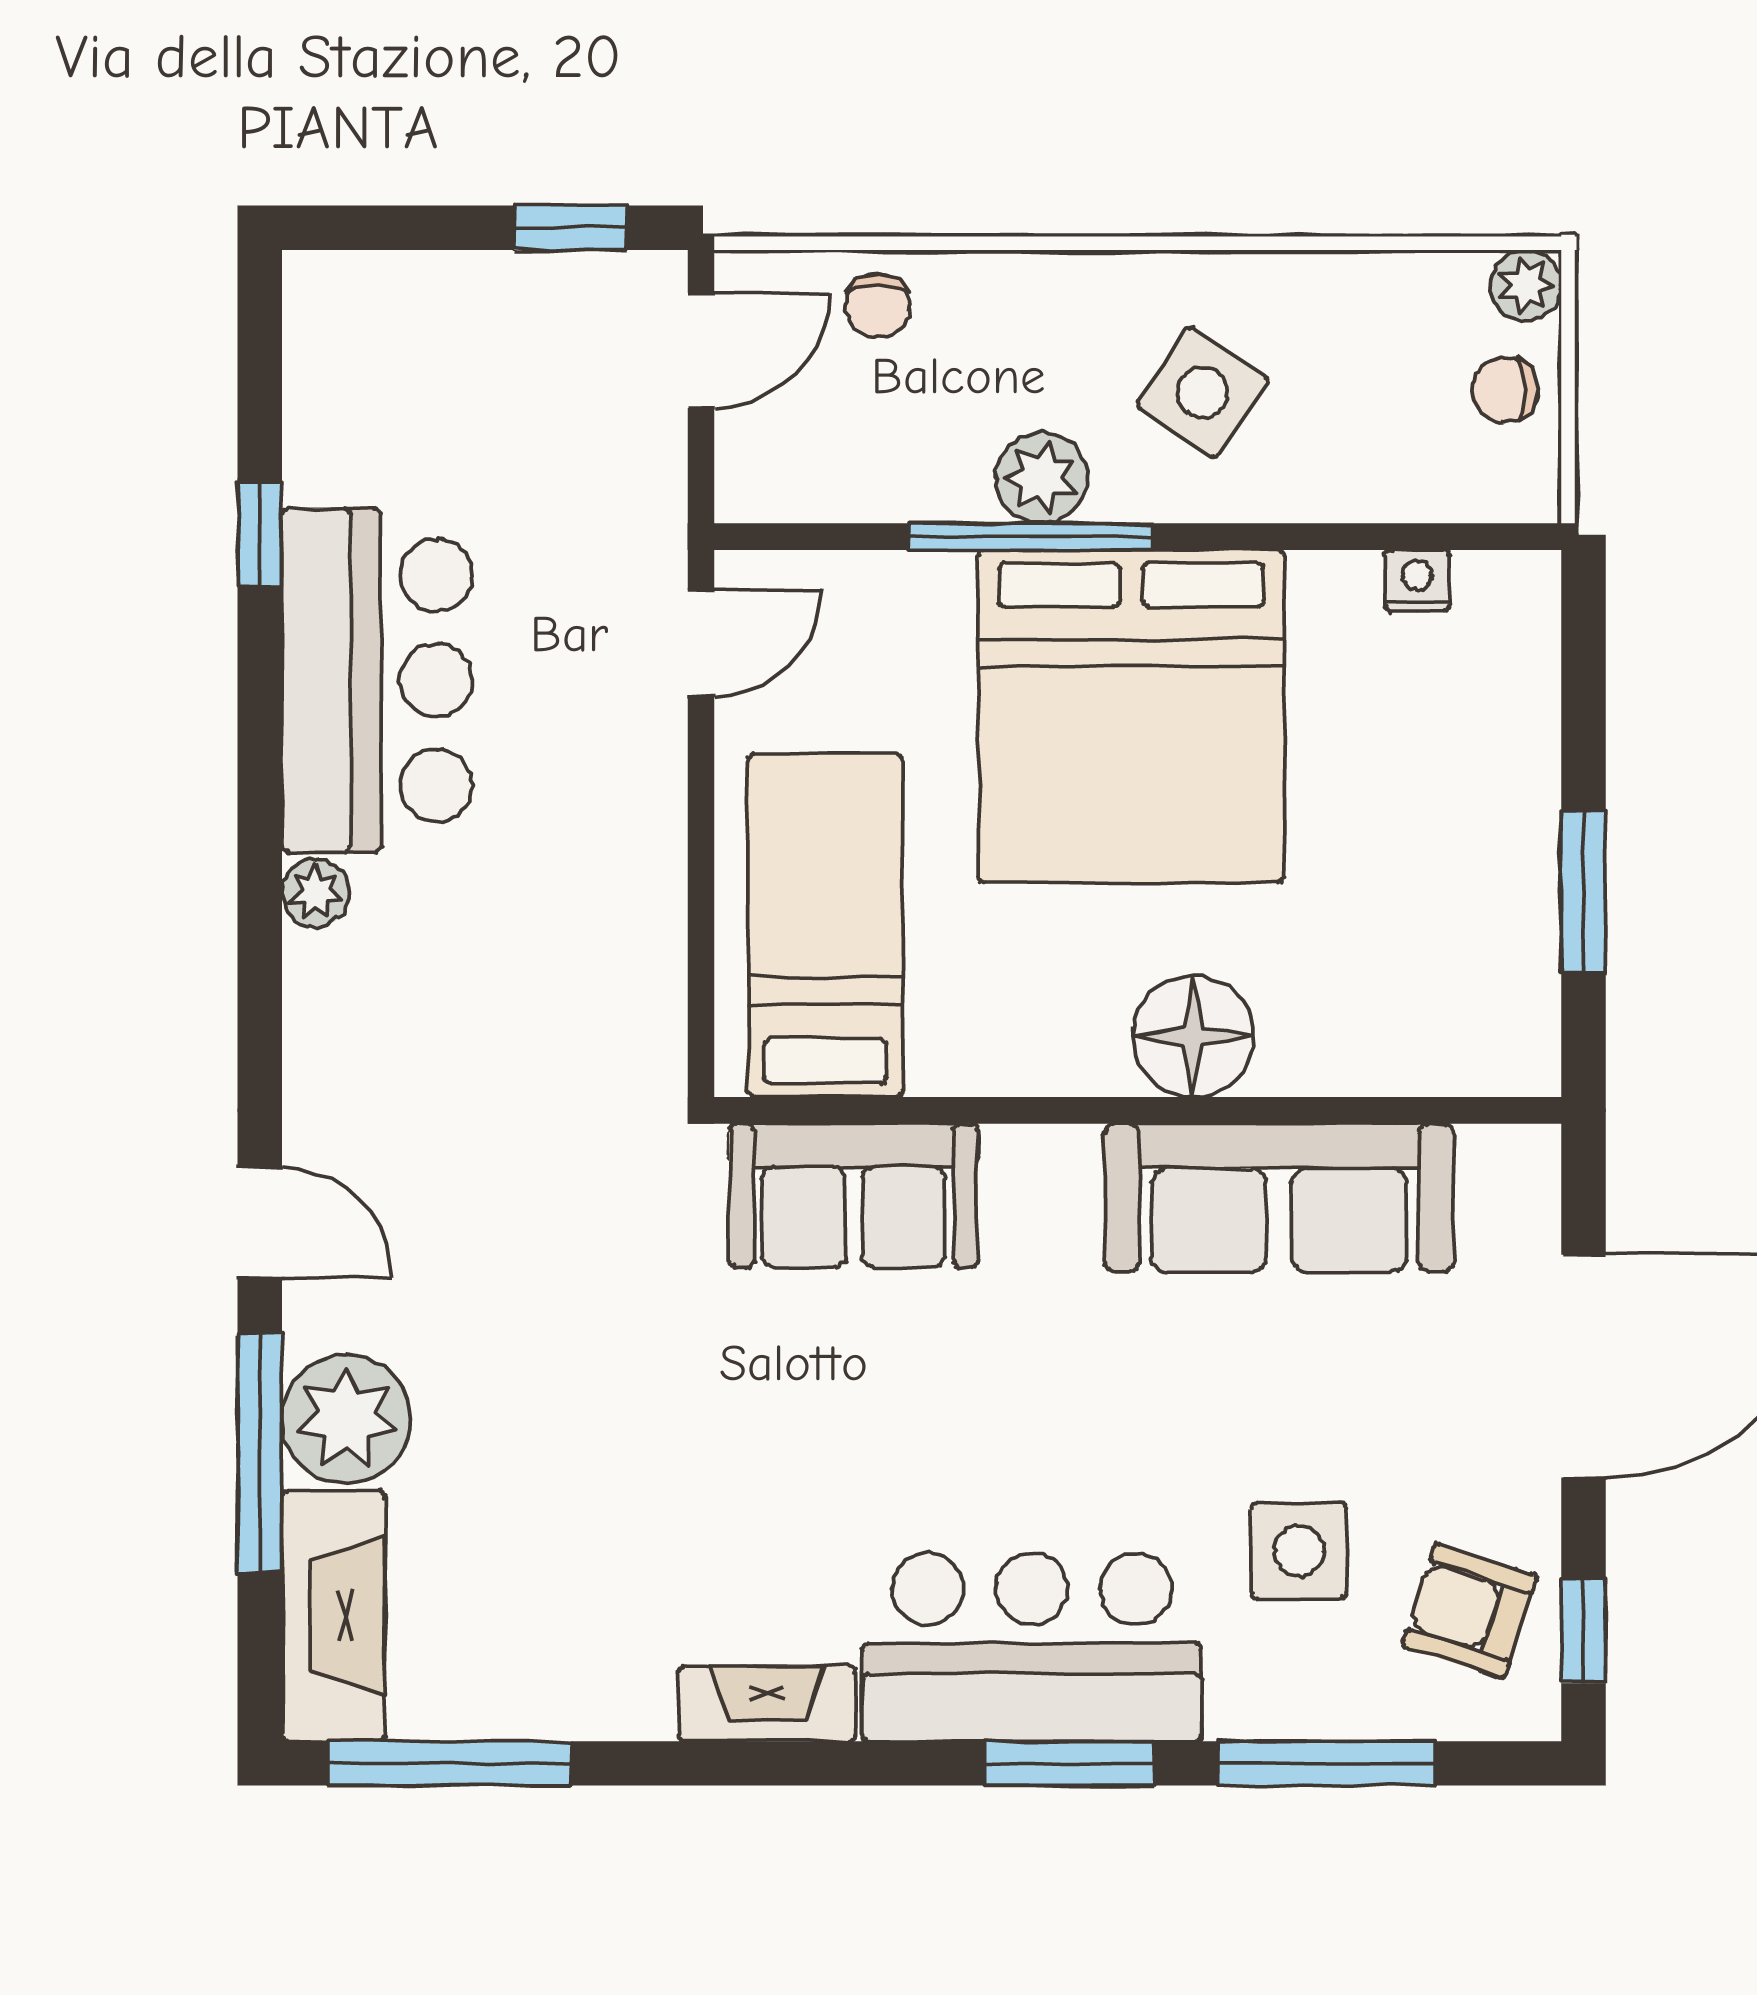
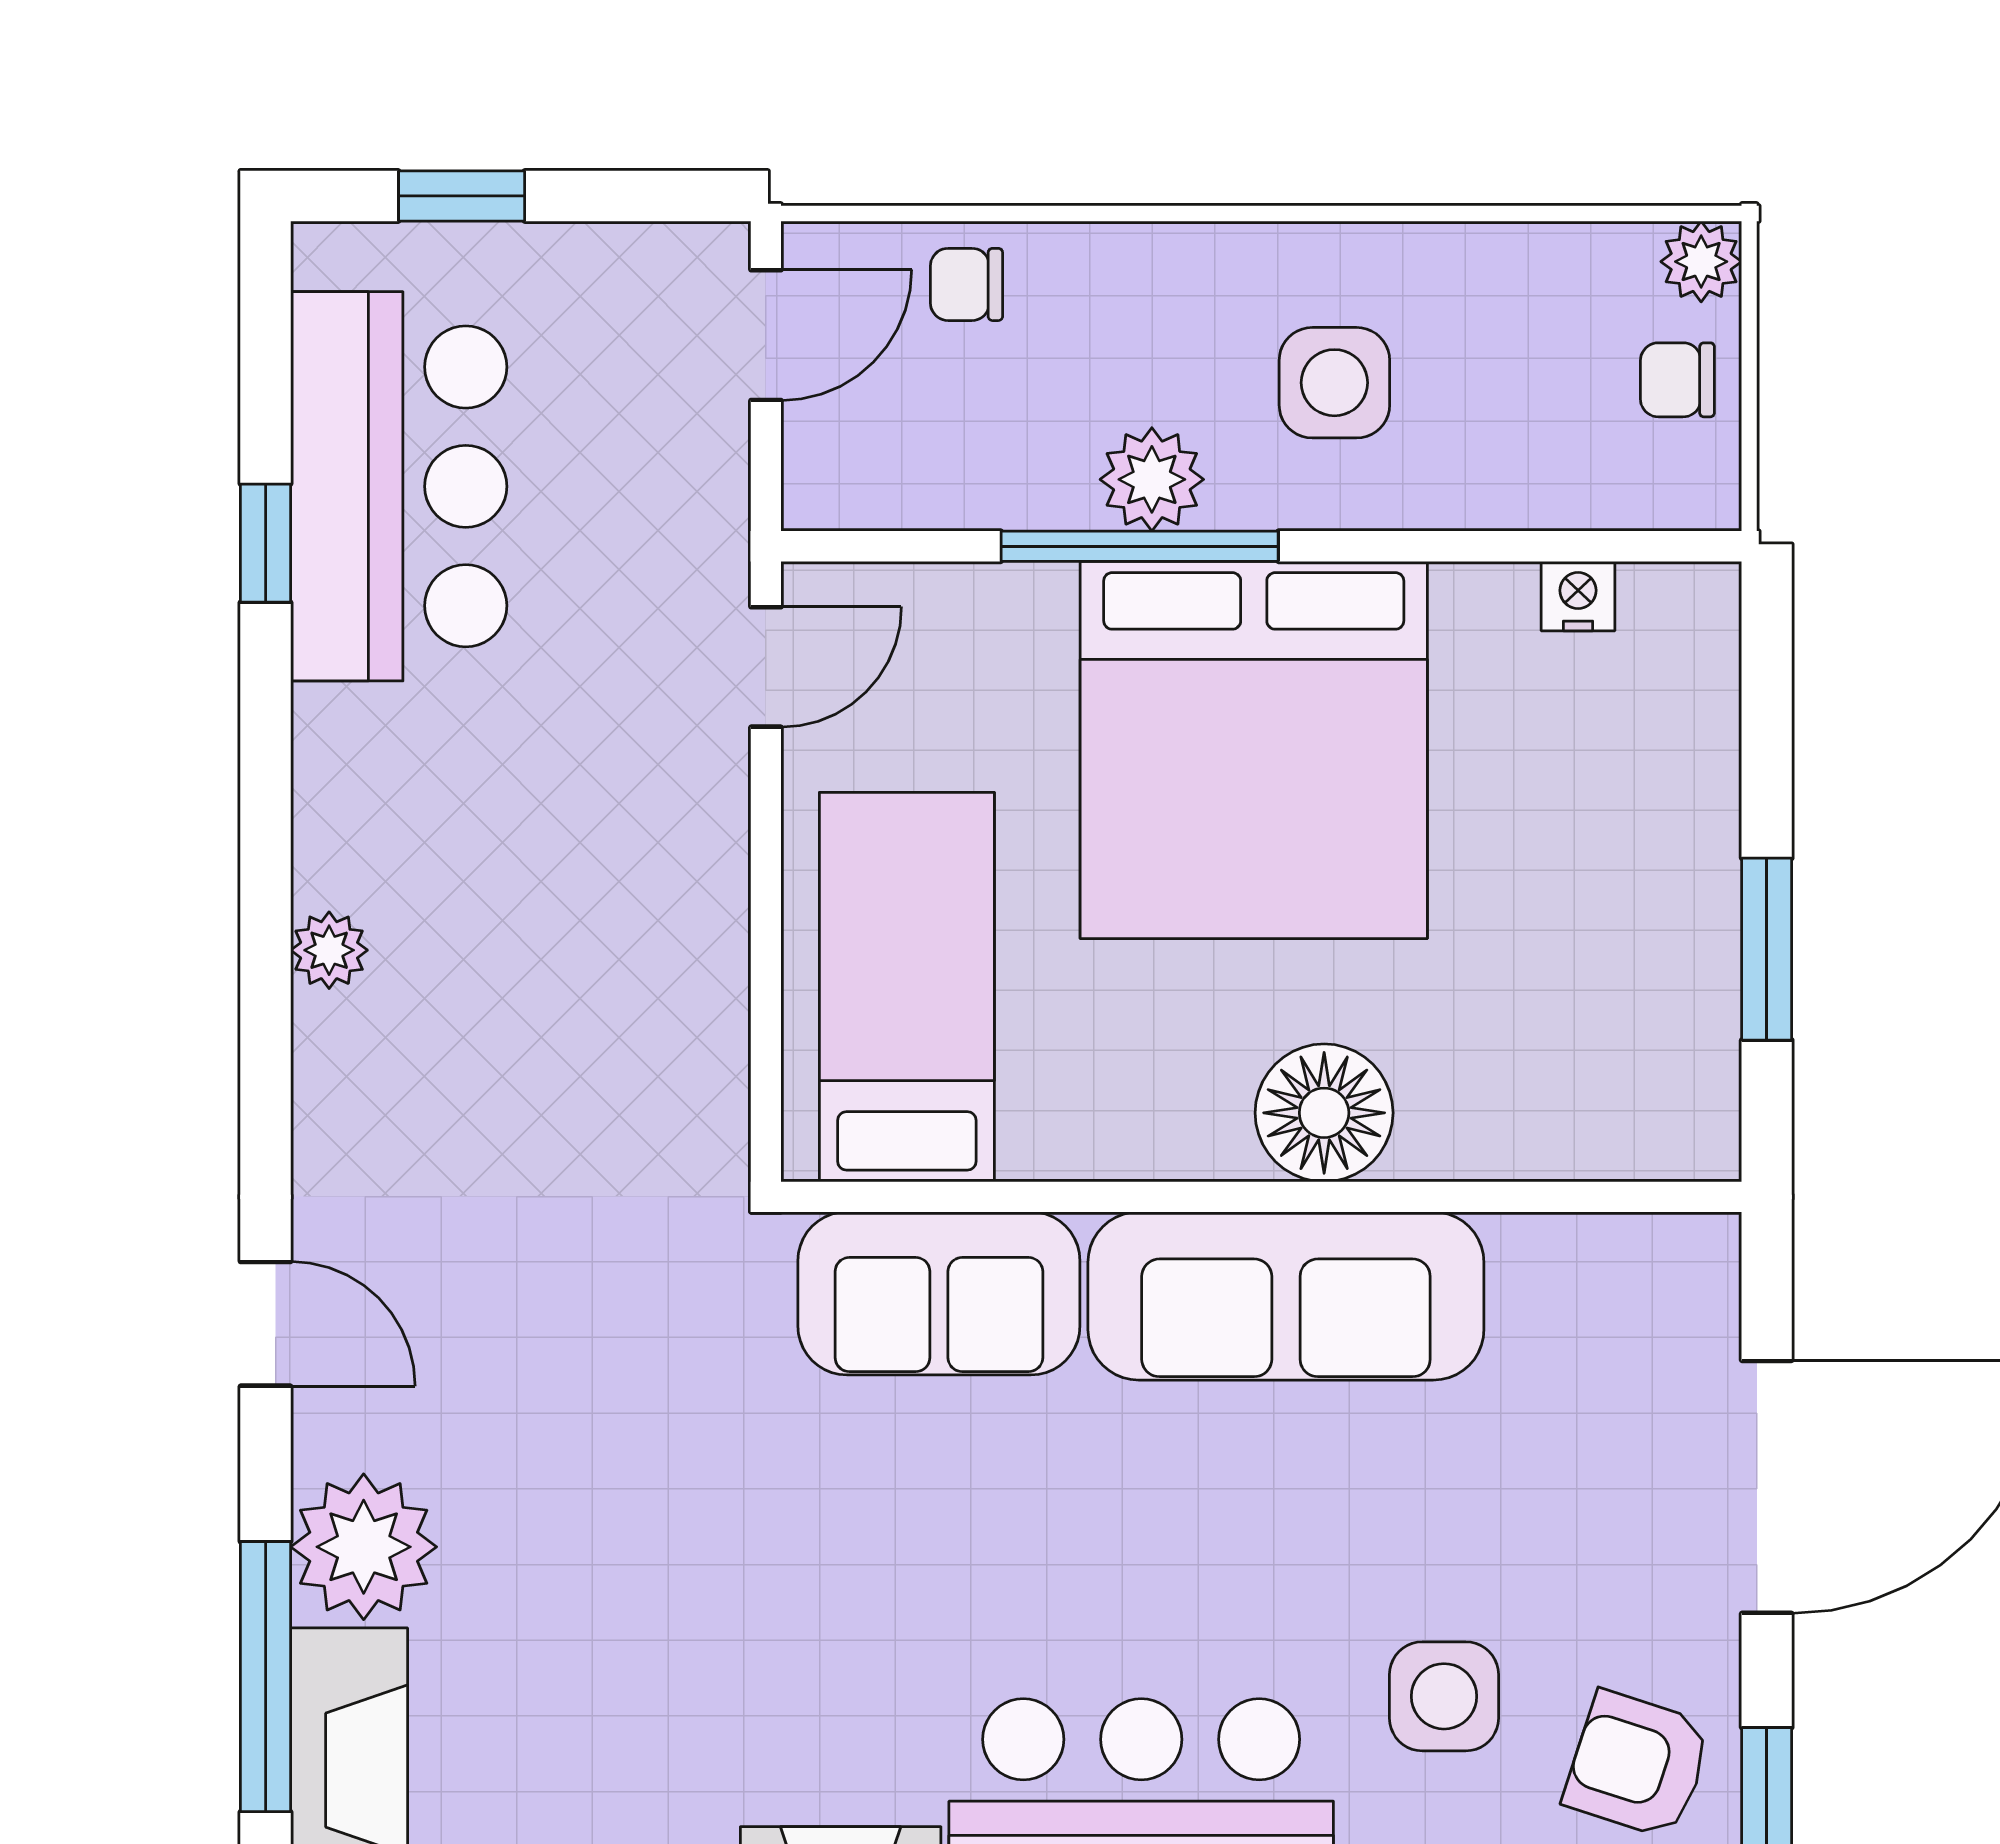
window: (570, 228) -> (462, 196), moved
chair: (878, 306) -> (966, 284), turned 90
side table: (1202, 392) -> (1334, 383), turned -34
bar counter: (377, 680) -> (399, 486), moved
sofa: (1279, 1198) -> (1286, 1296), moved
window: (260, 1453) -> (266, 1677), moved

